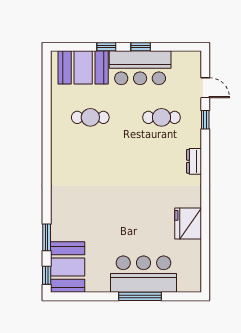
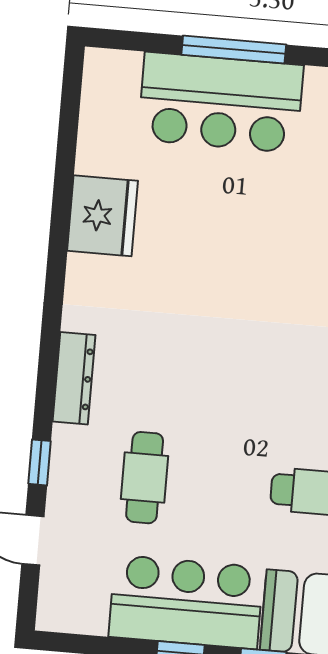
cafe table: (161, 117) -> (145, 478), turned 90
dresser: (194, 161) -> (74, 378), width x1.44

